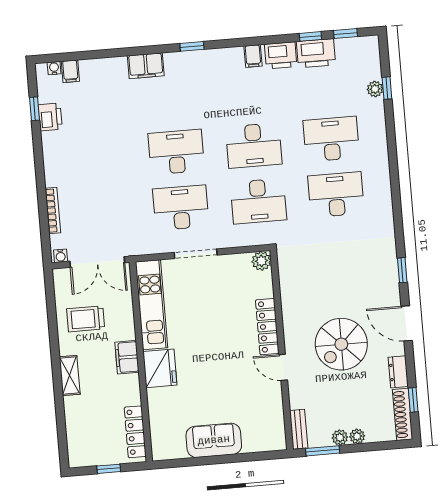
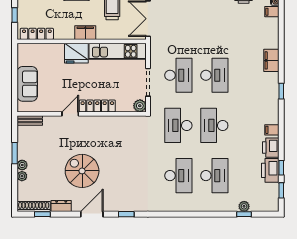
plant: (261, 261) -> (140, 106), moved
locker: (267, 327) -> (97, 106), moved
wall: (282, 350) -> (82, 114), moved
door: (283, 367) -> (70, 114), moved
bench: (299, 429) -> (30, 121), moved

